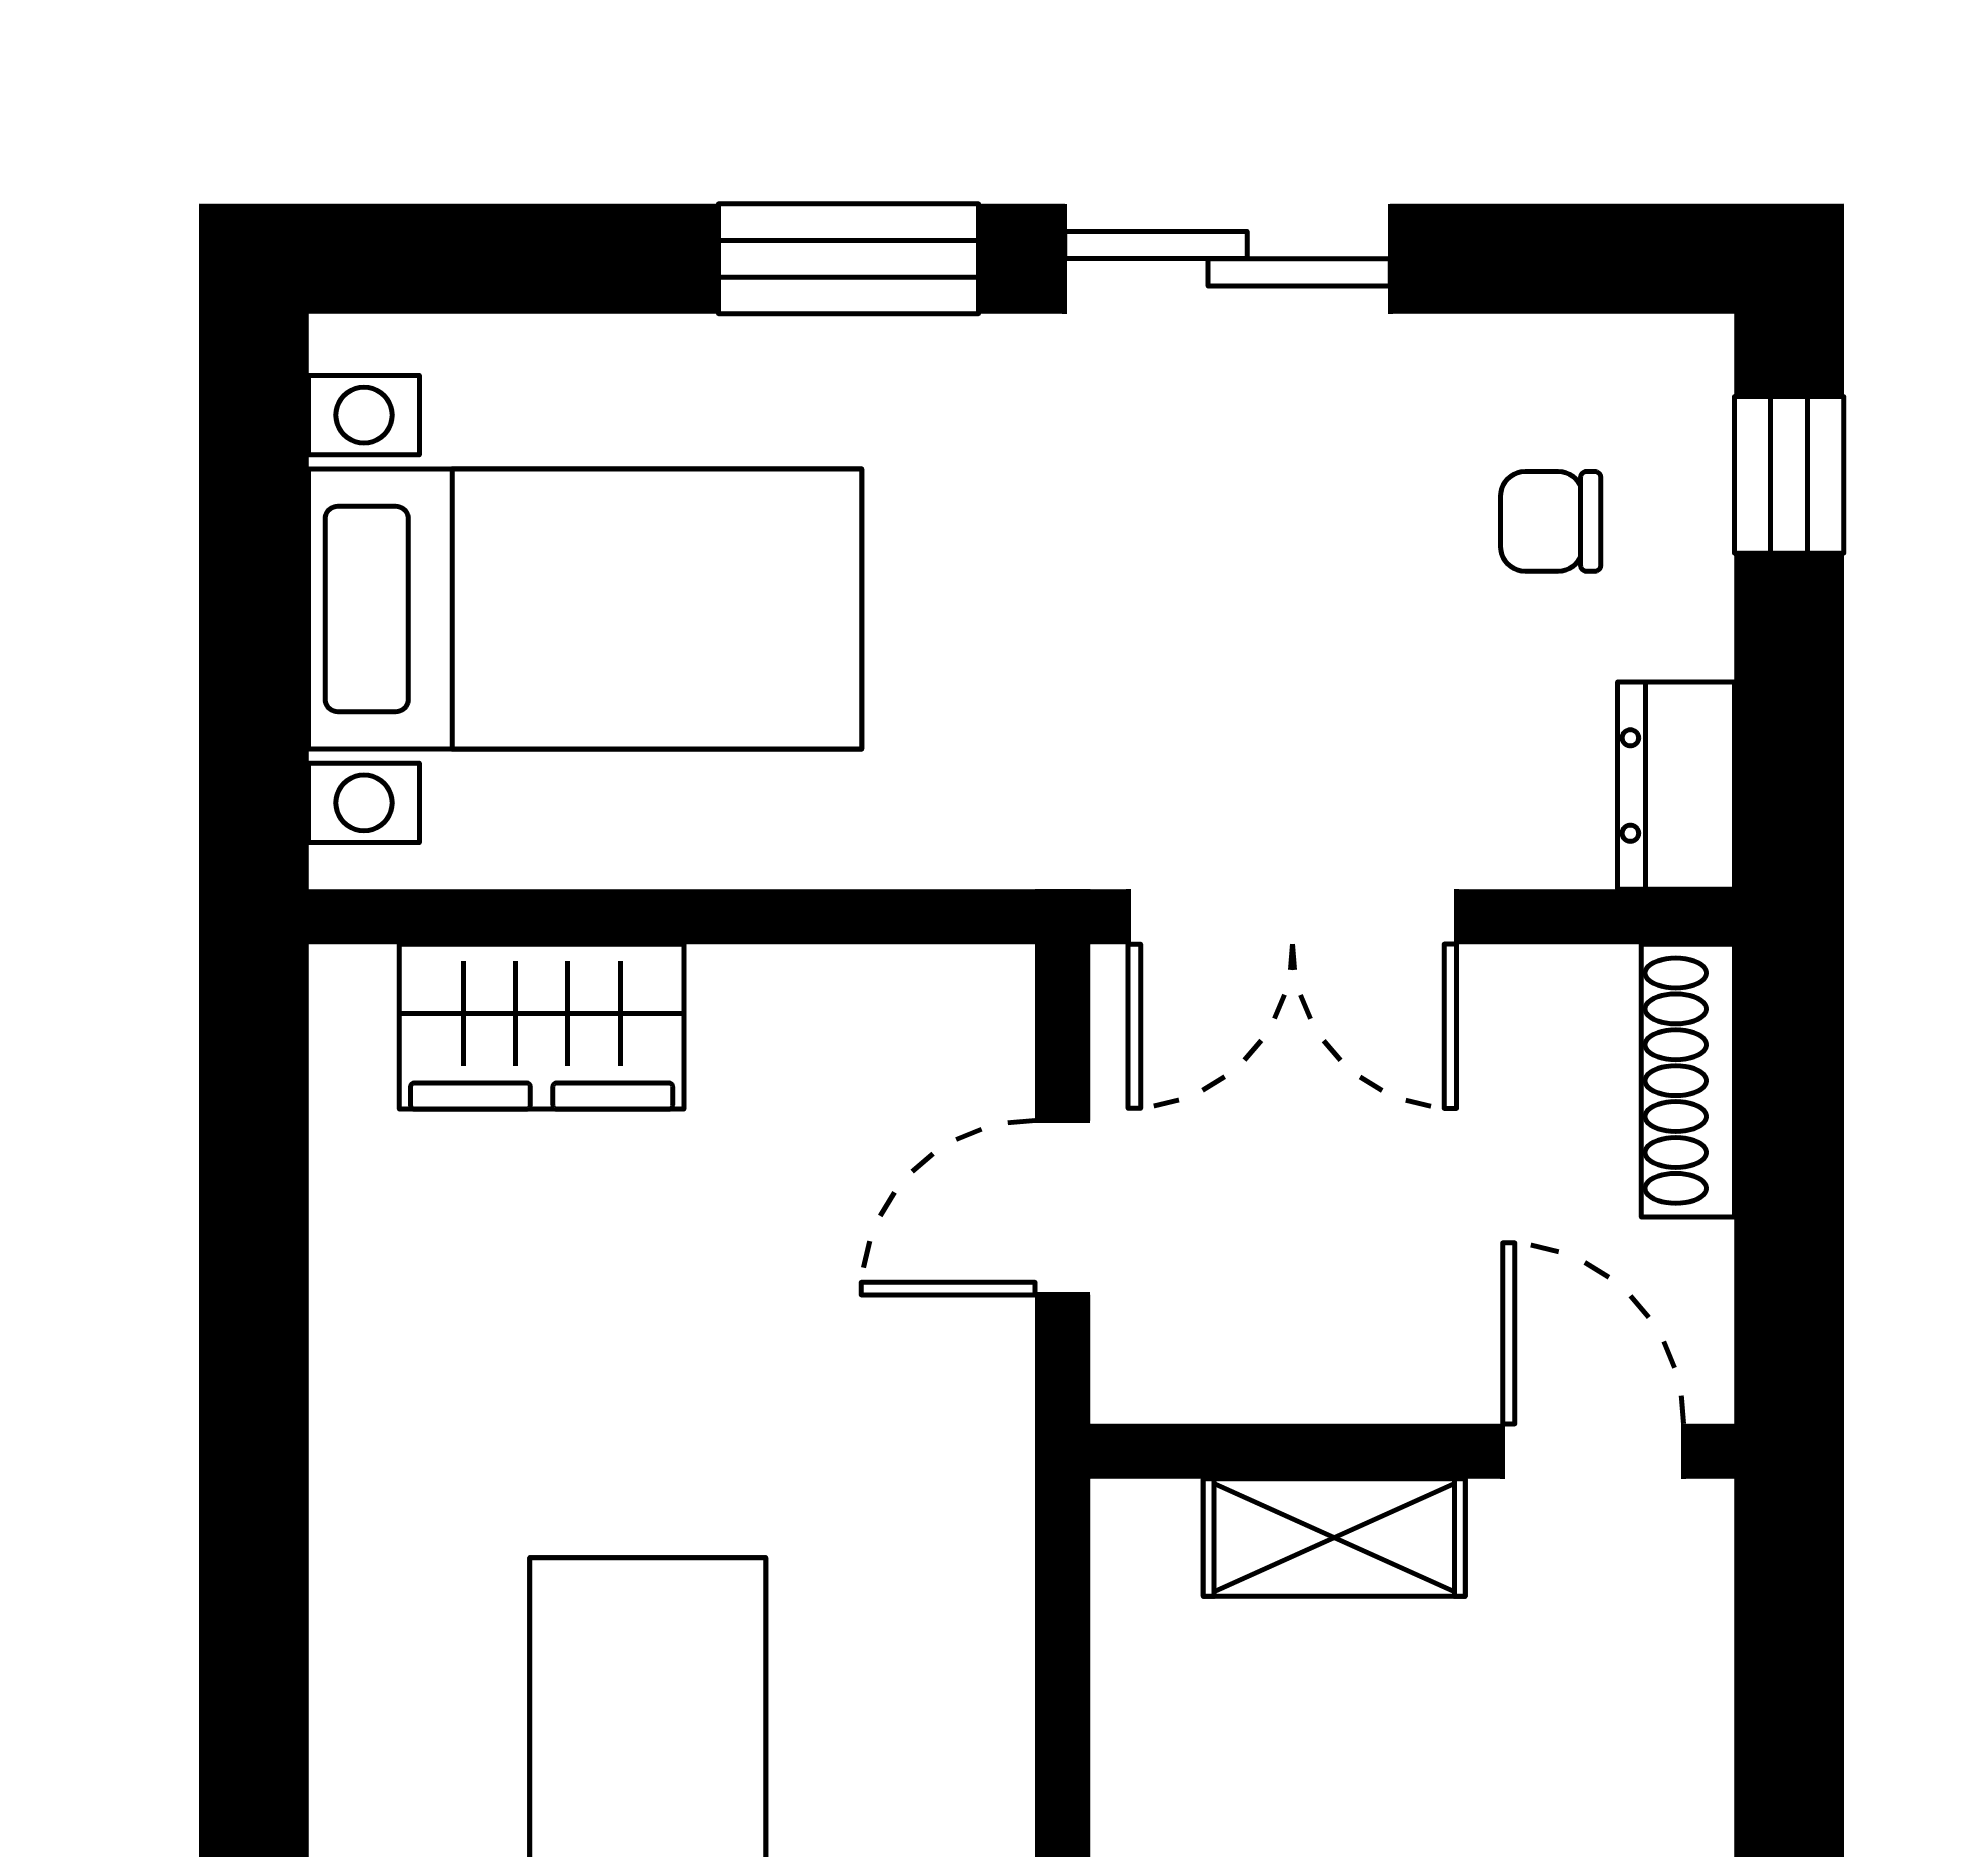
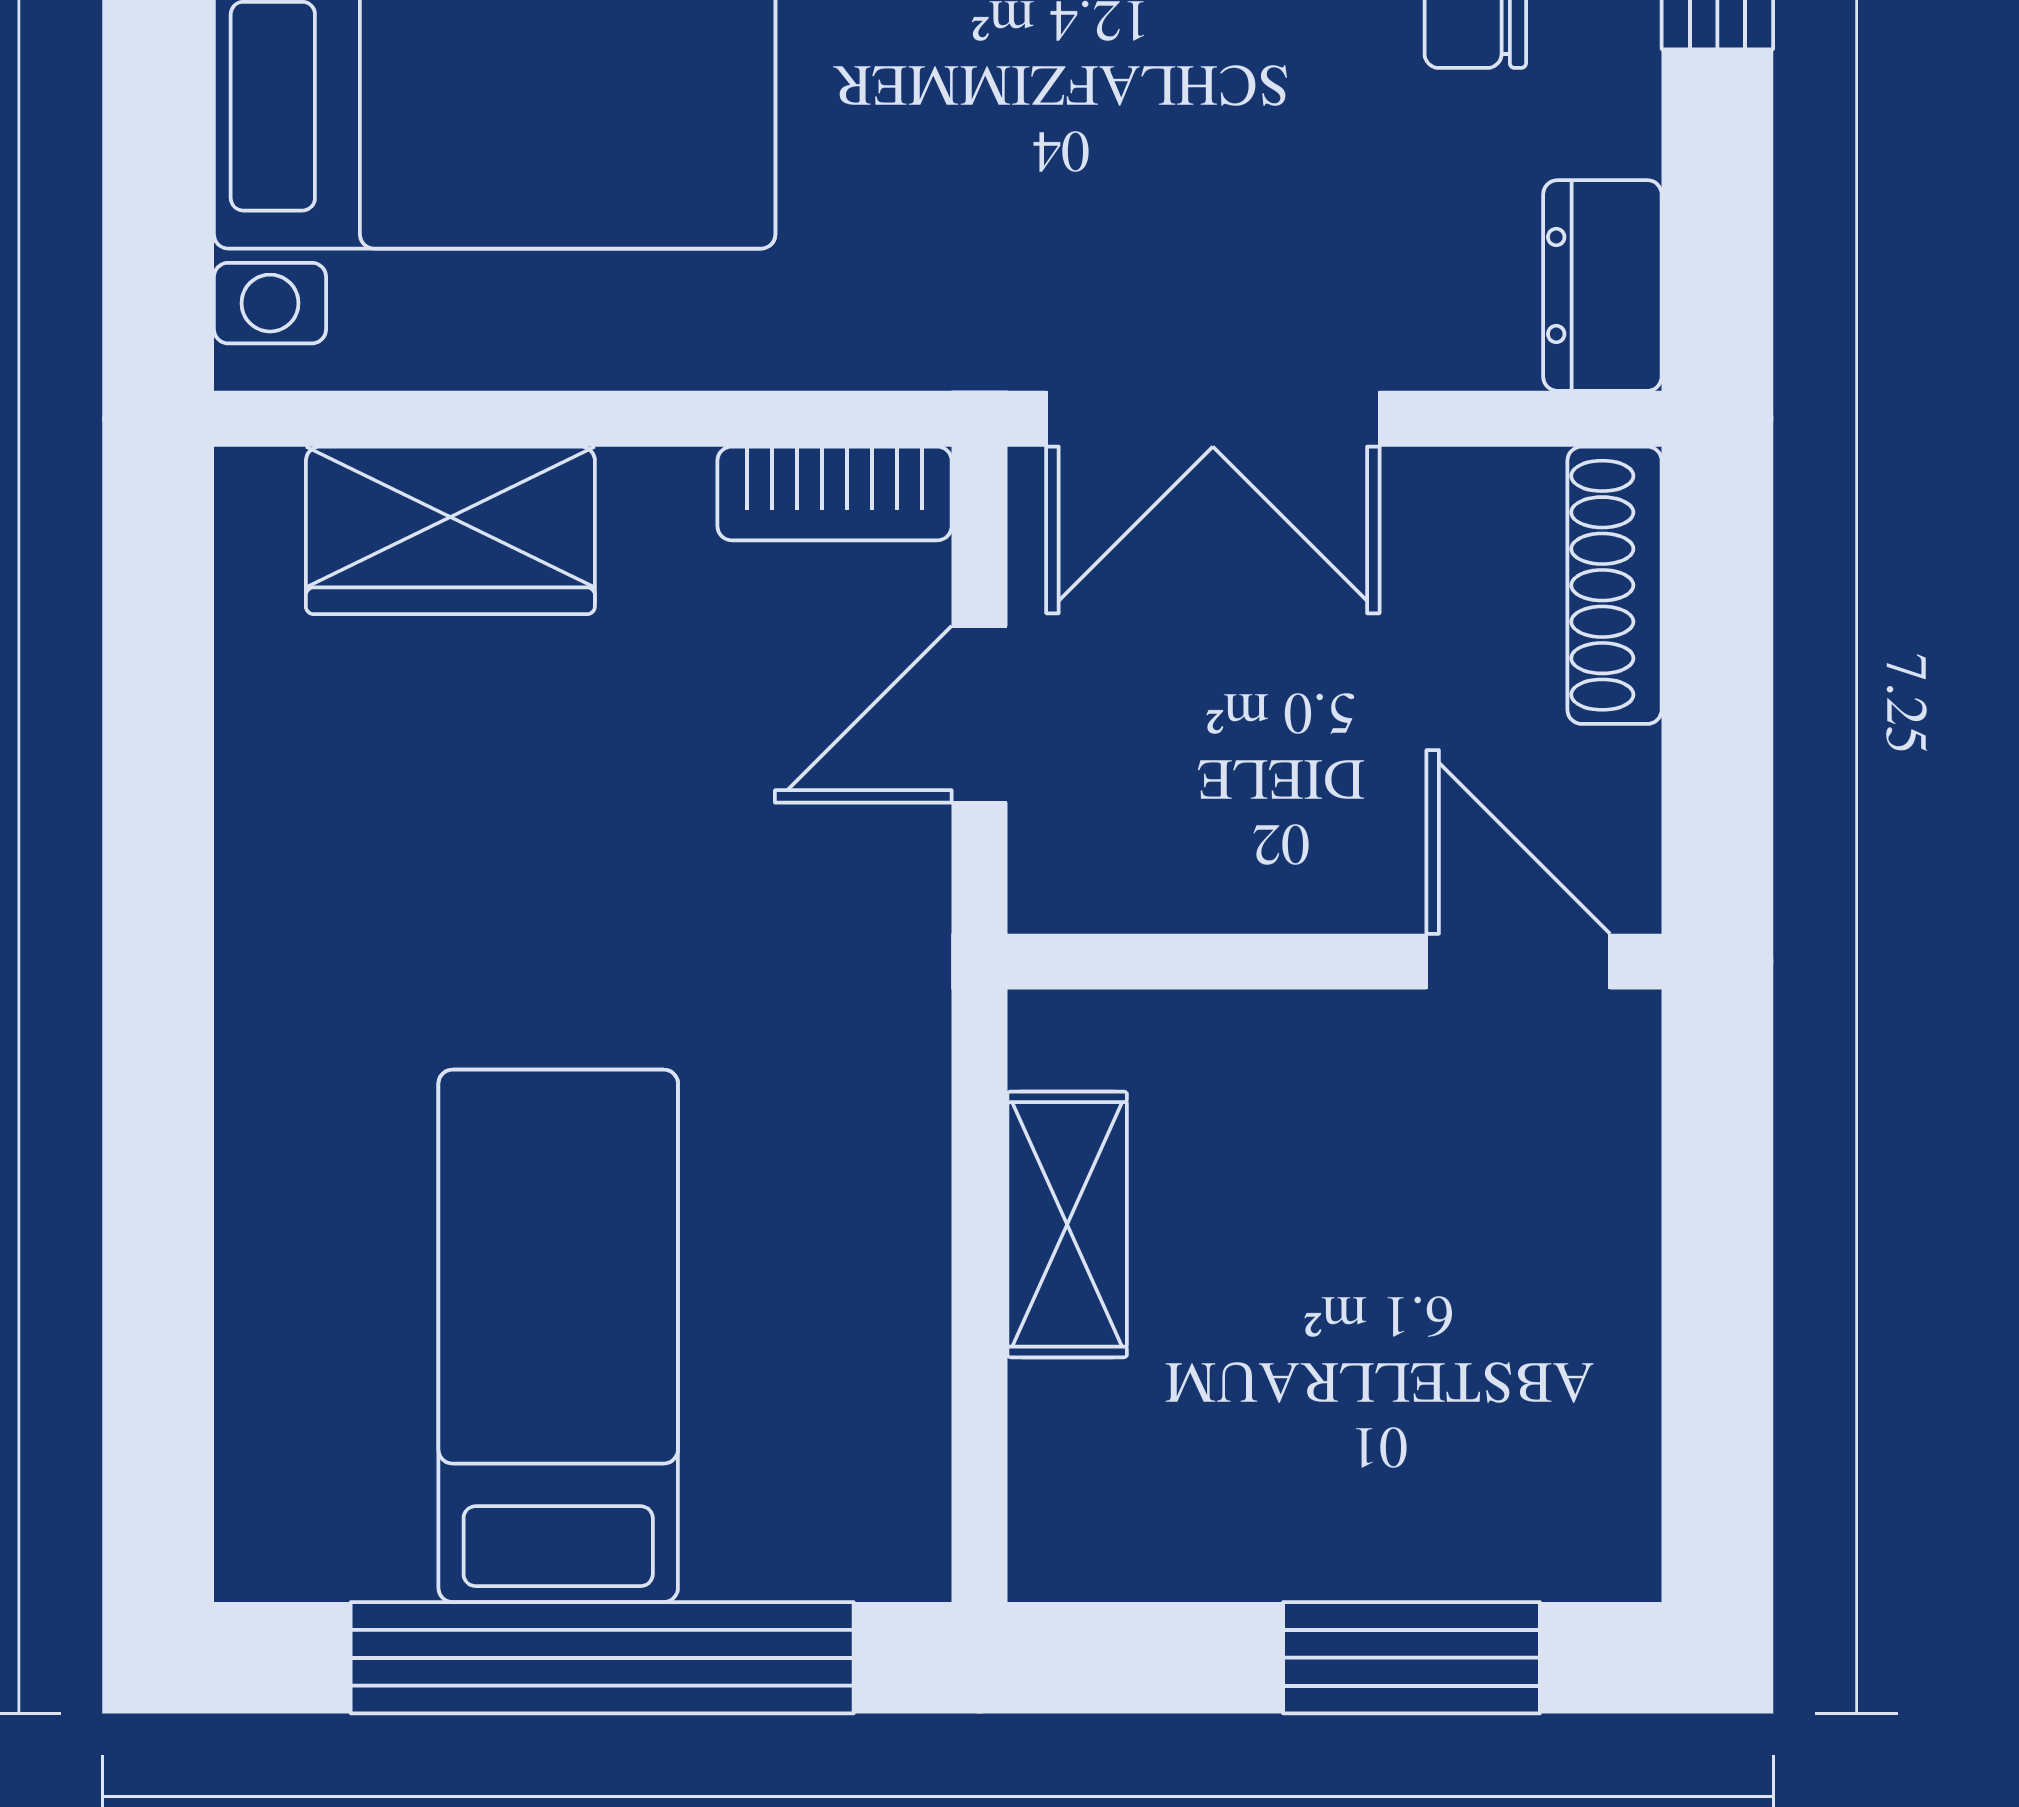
bookcase: (920, 990) -> (835, 493), added
shelving: (1334, 1538) -> (1067, 1224), moved, turned 90

